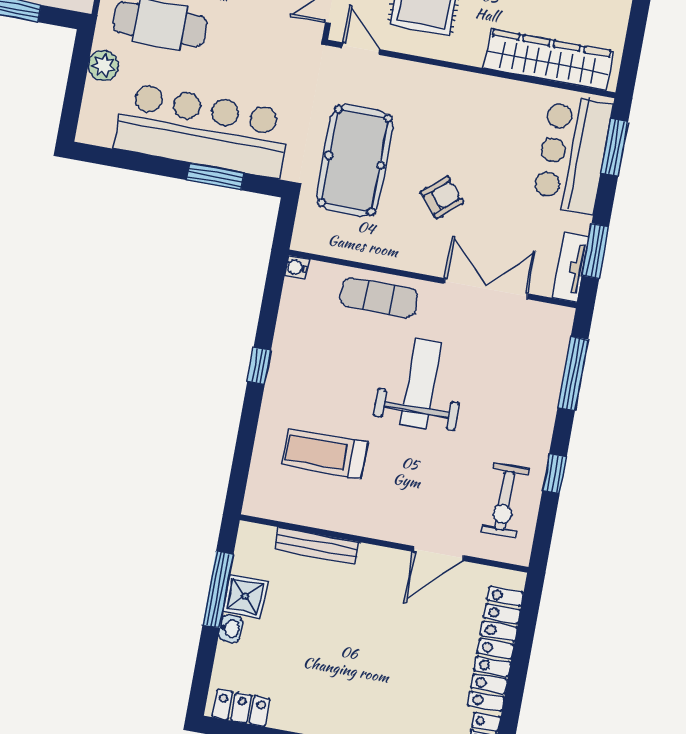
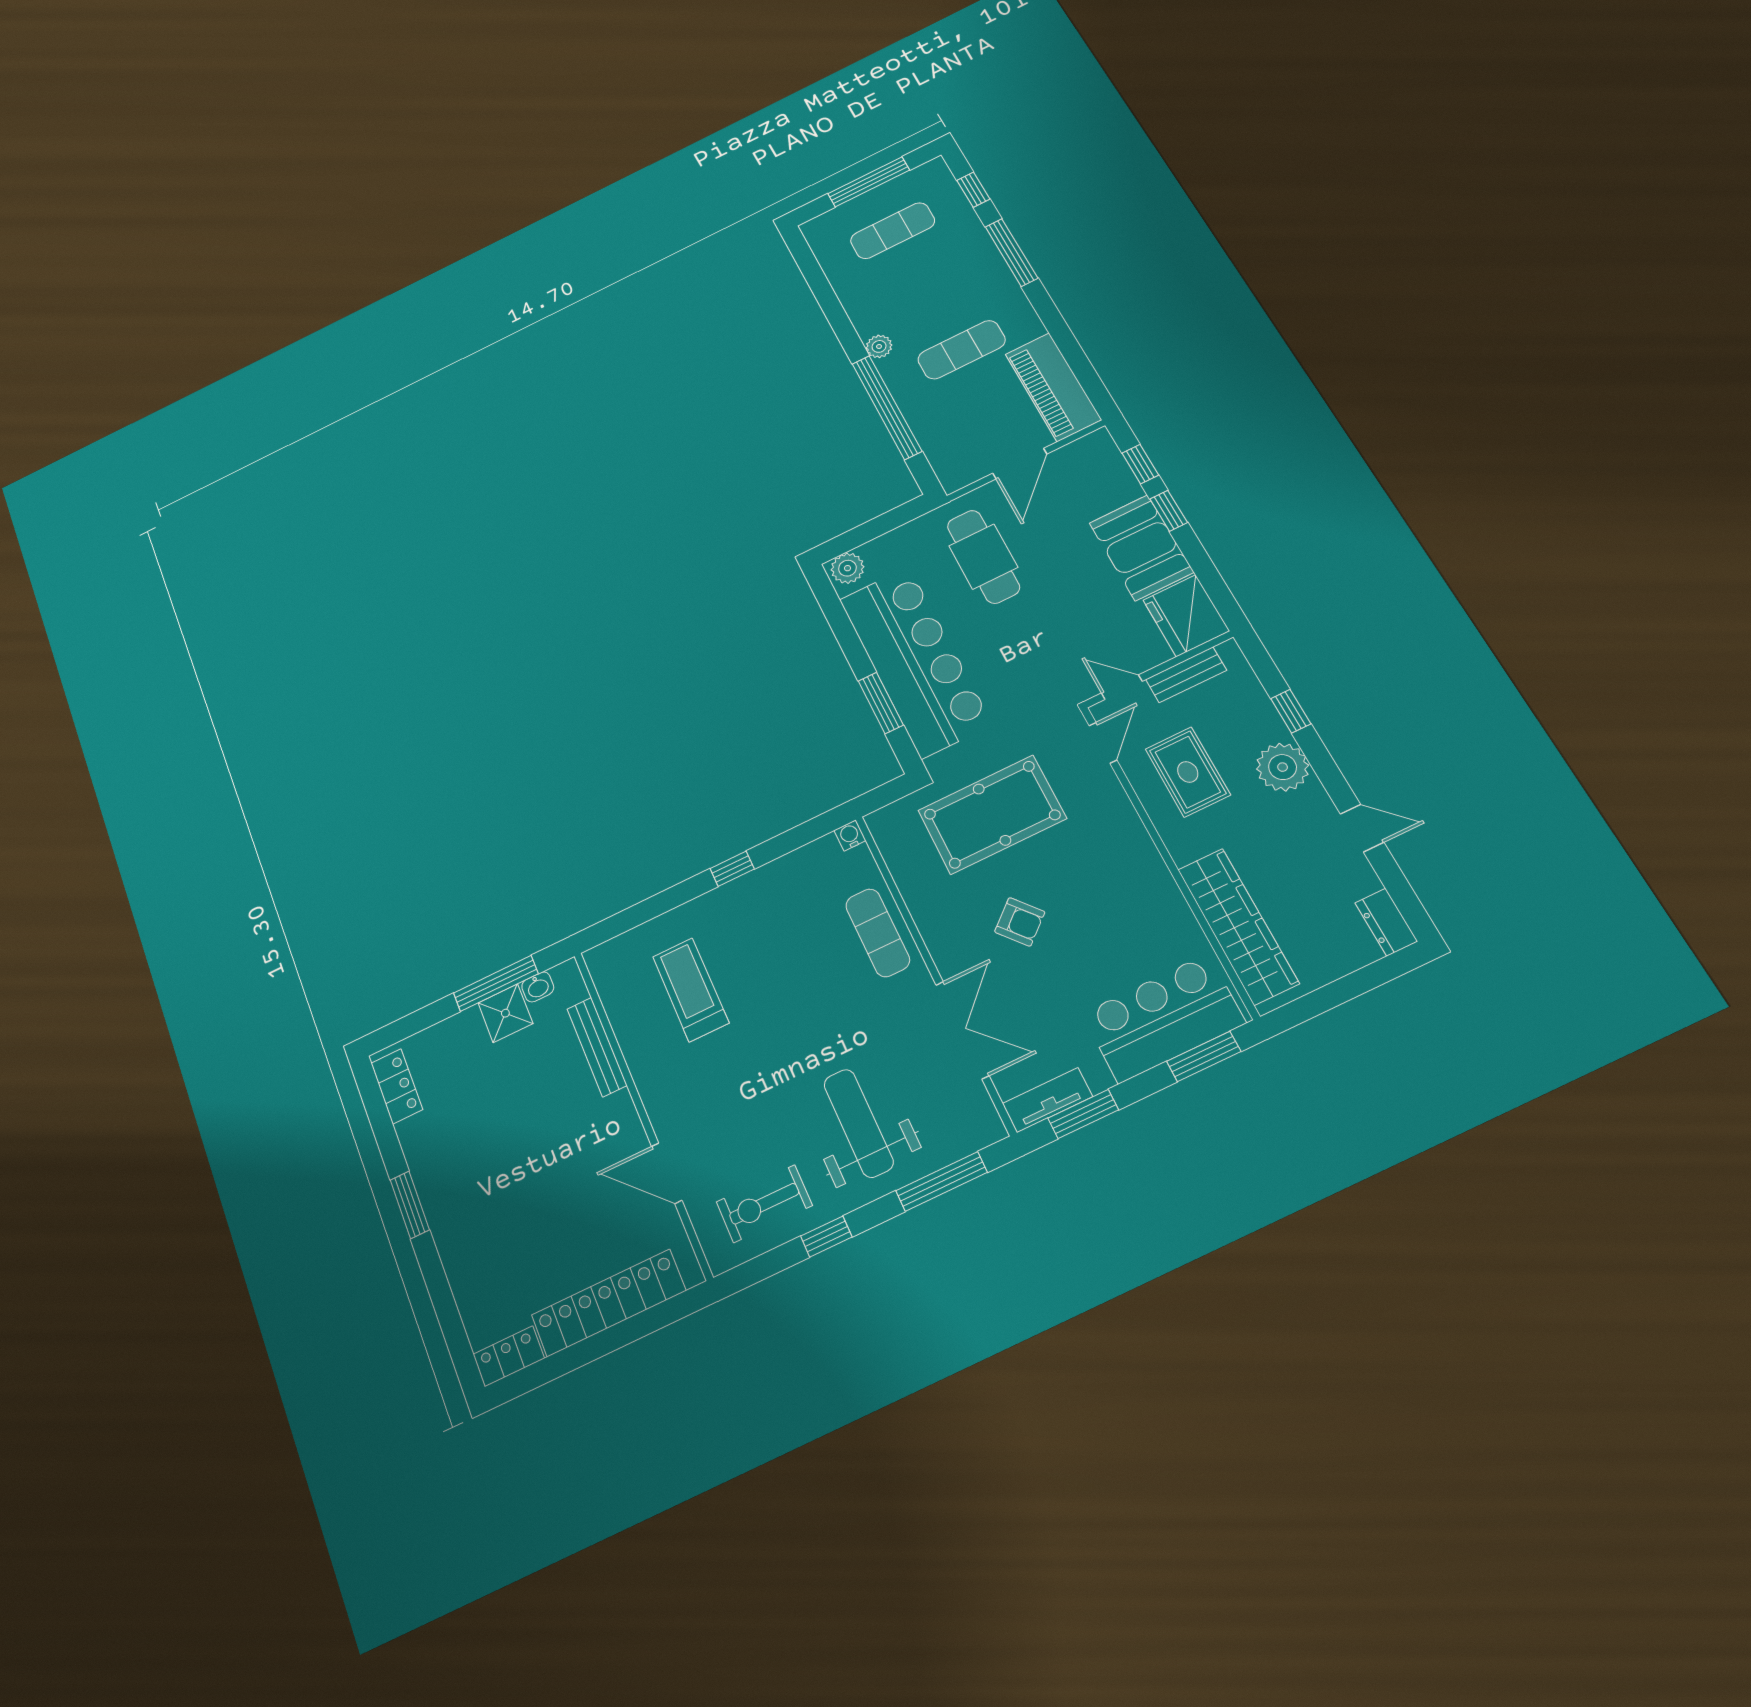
plant: (103, 66) -> (848, 568), moved
weight bench: (421, 383) -> (859, 1123), moved, turned -90
washbasin: (230, 628) -> (538, 987), moved

